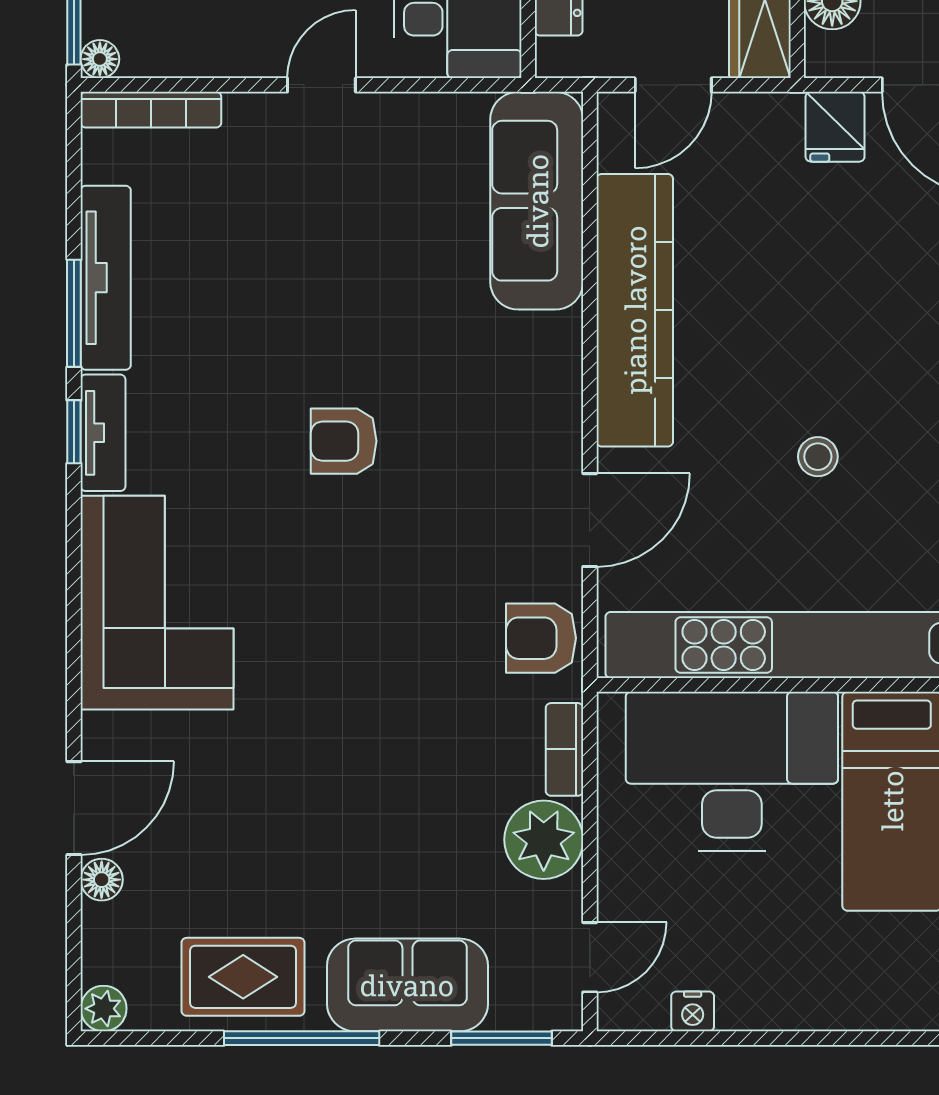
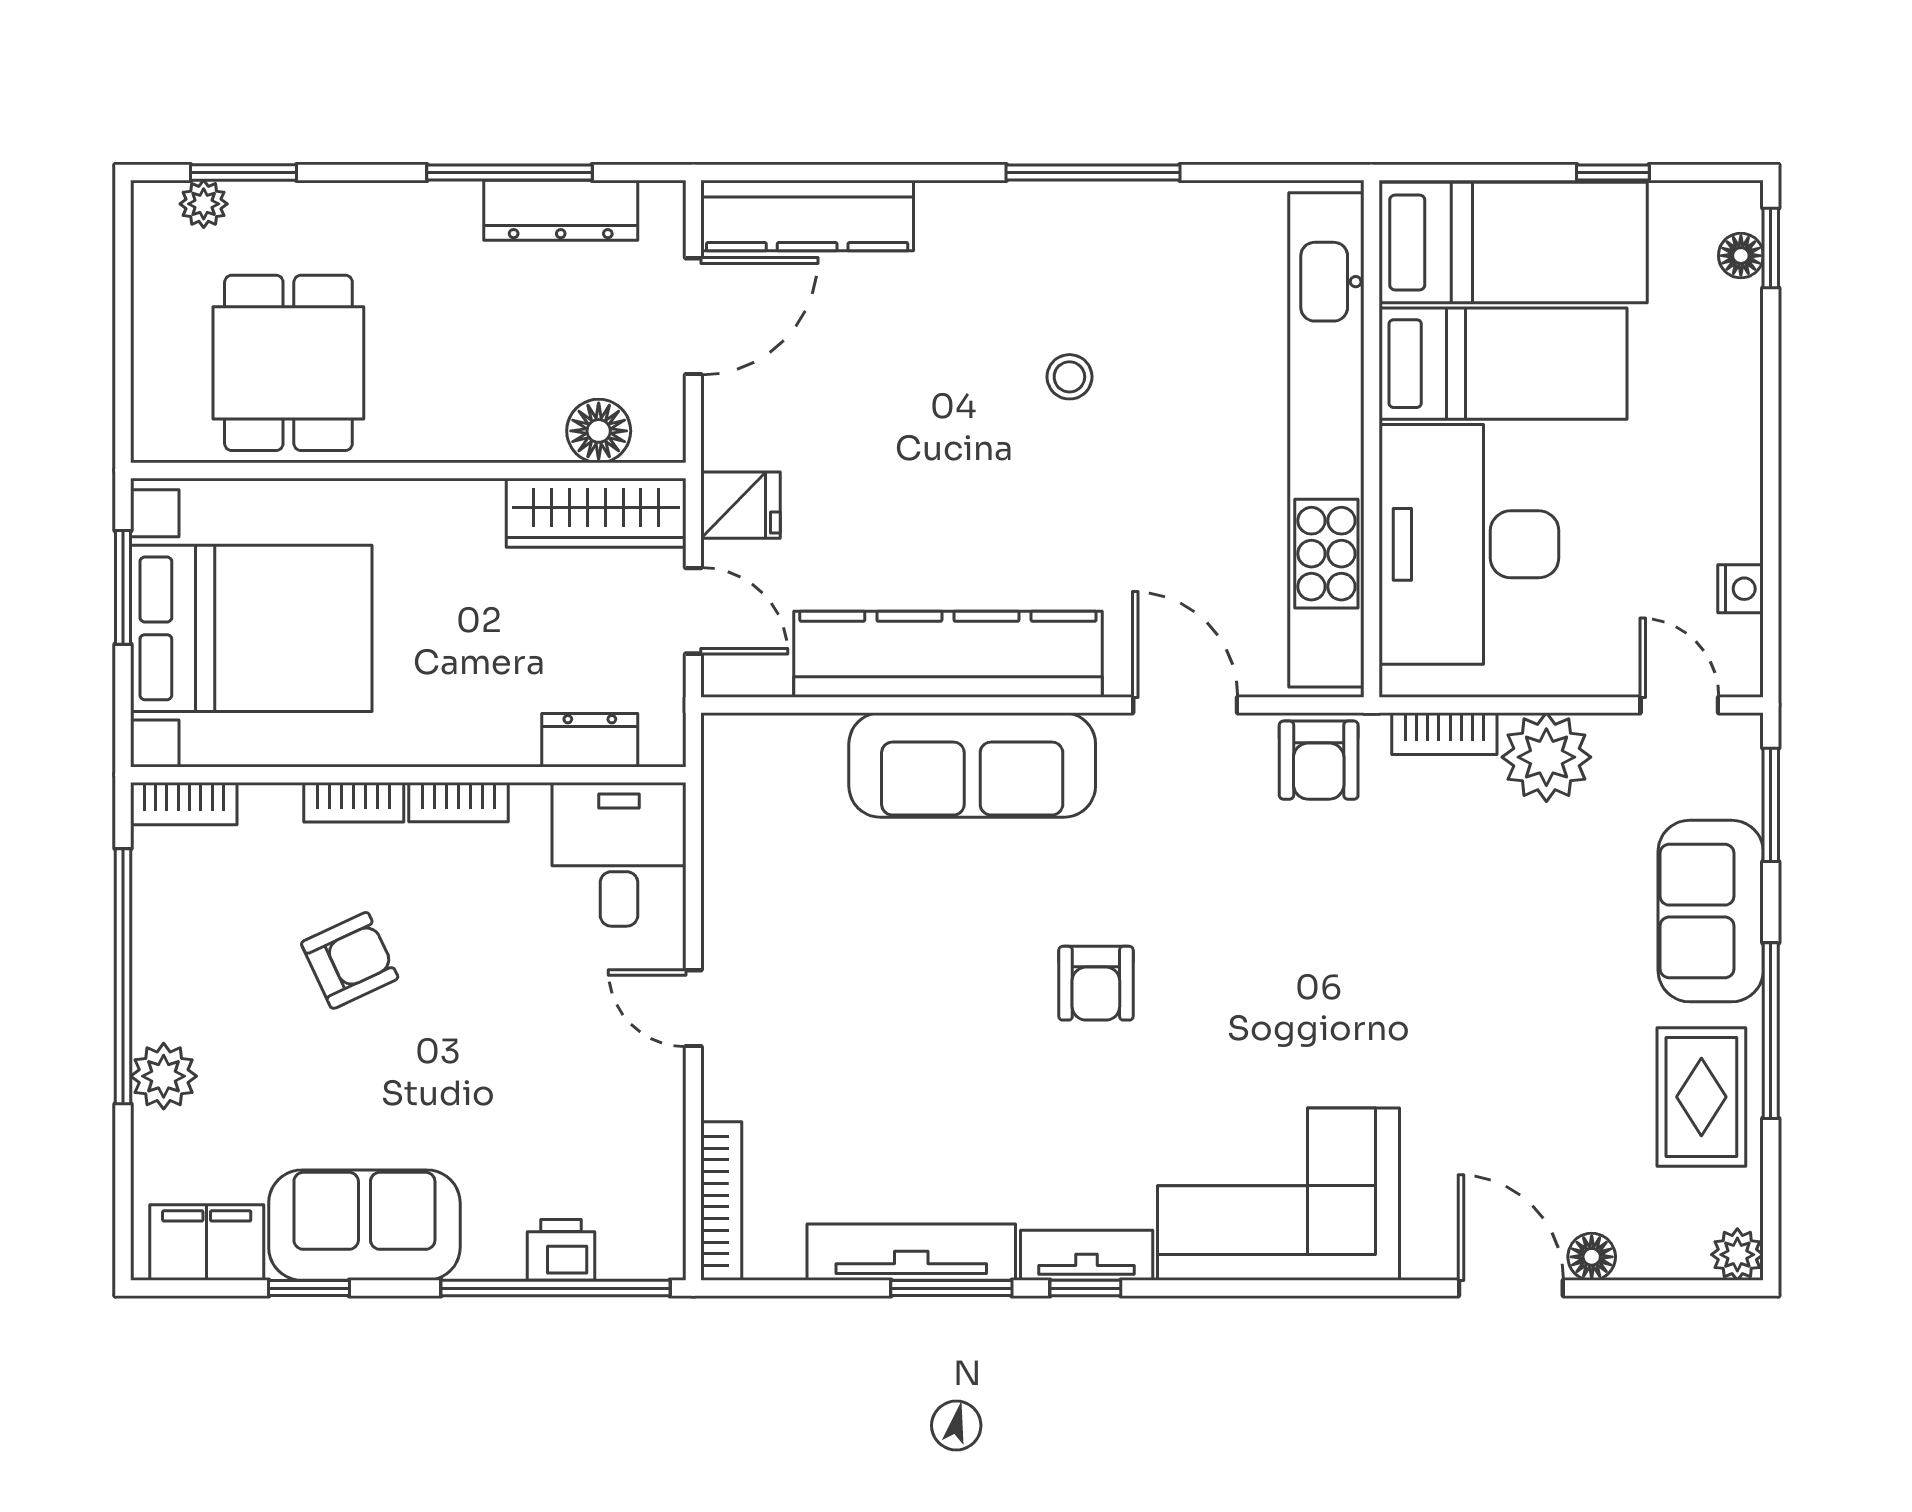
floor lamp: (100, 59) -> (664, 1259), removed
fridge: (835, 127) -> (741, 505), moved
sofa: (537, 201) -> (972, 765), moved
stool: (818, 457) -> (1069, 377), moved

